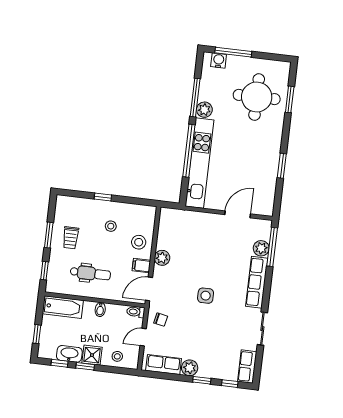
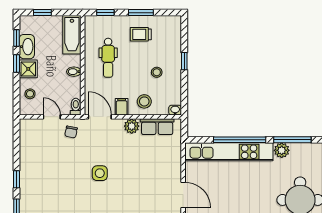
washbasin: (151, 212) -> (175, 110), added
row of seats: (164, 365) -> (157, 127), moved, turned 90
plant: (190, 368) -> (27, 166), removed

